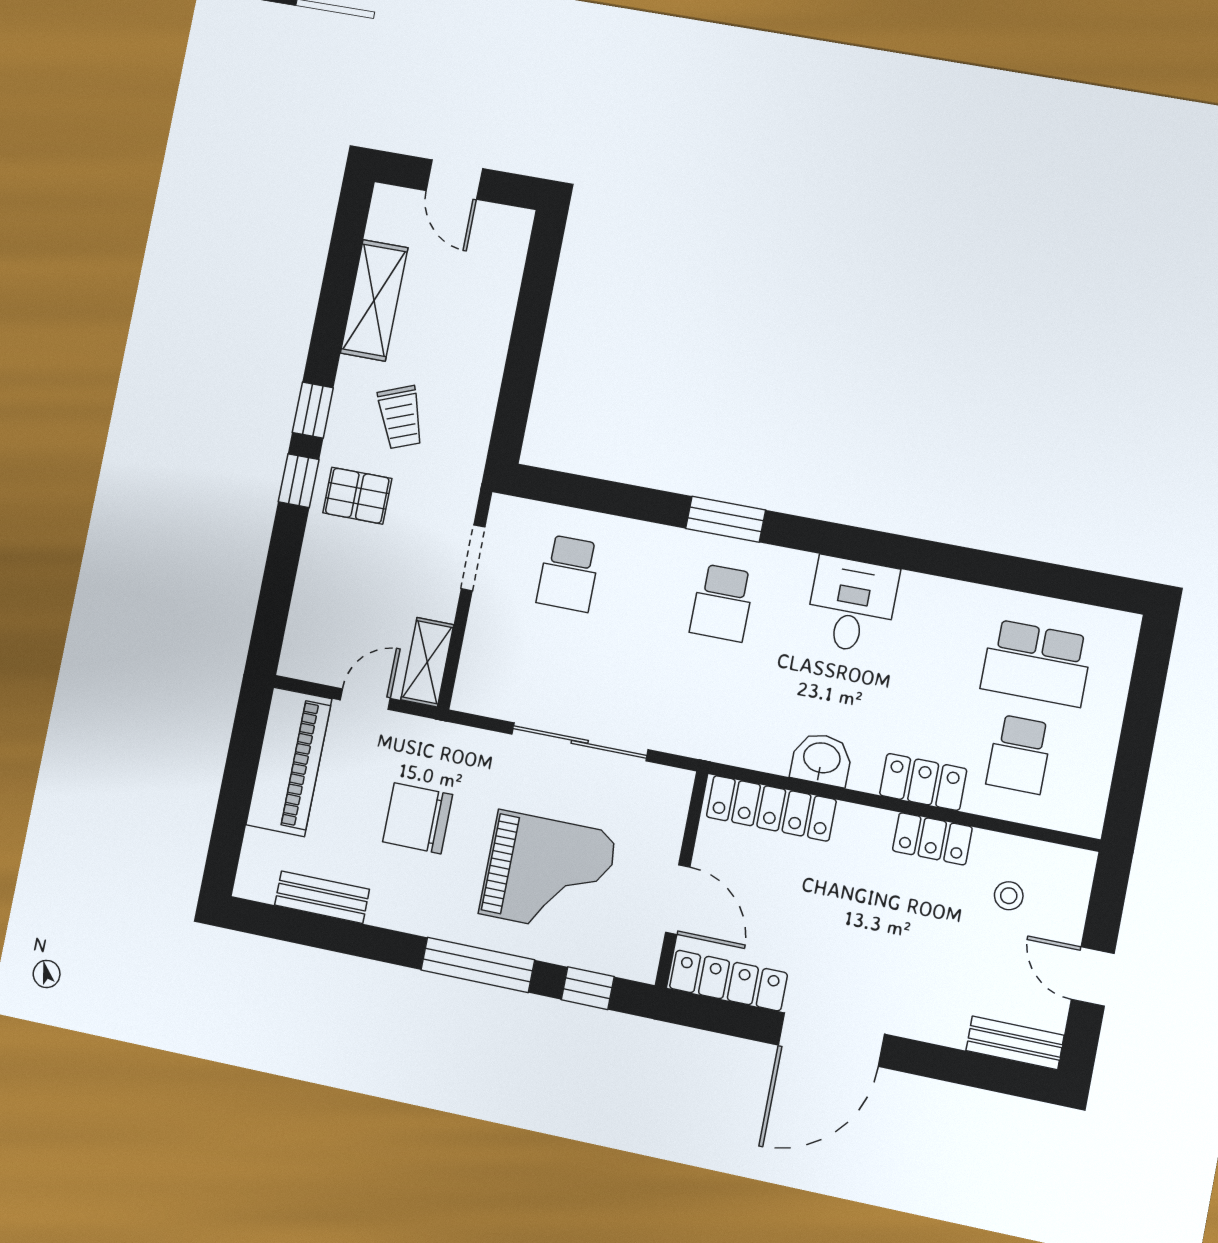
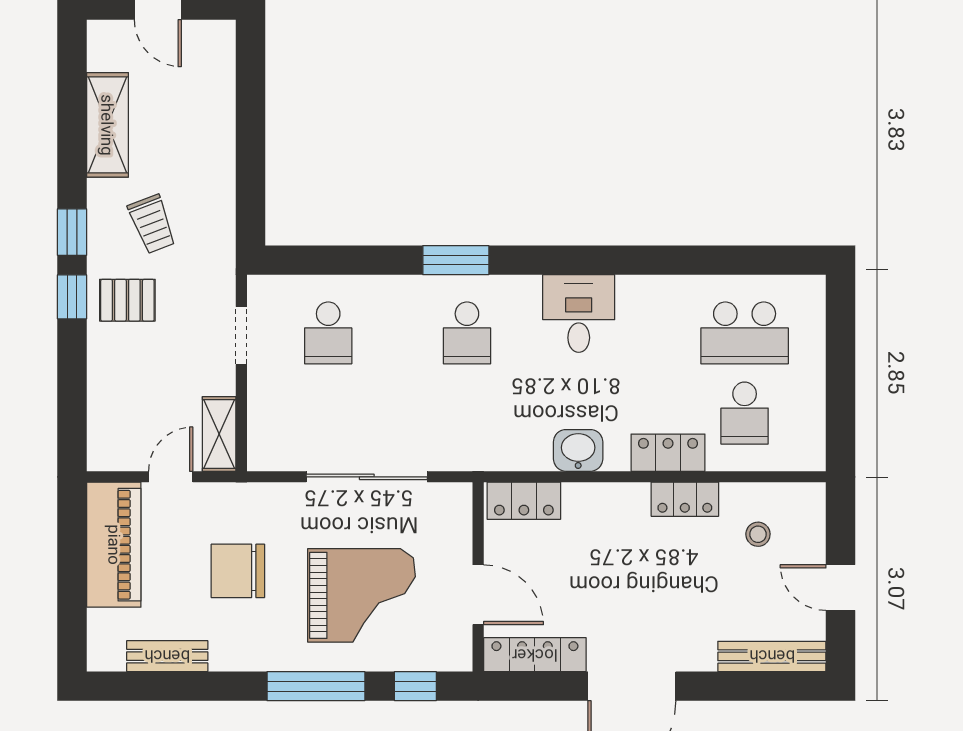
locker: (771, 808) -> (524, 501), width x0.66
bench: (1015, 1043) -> (772, 656), width x1.36

